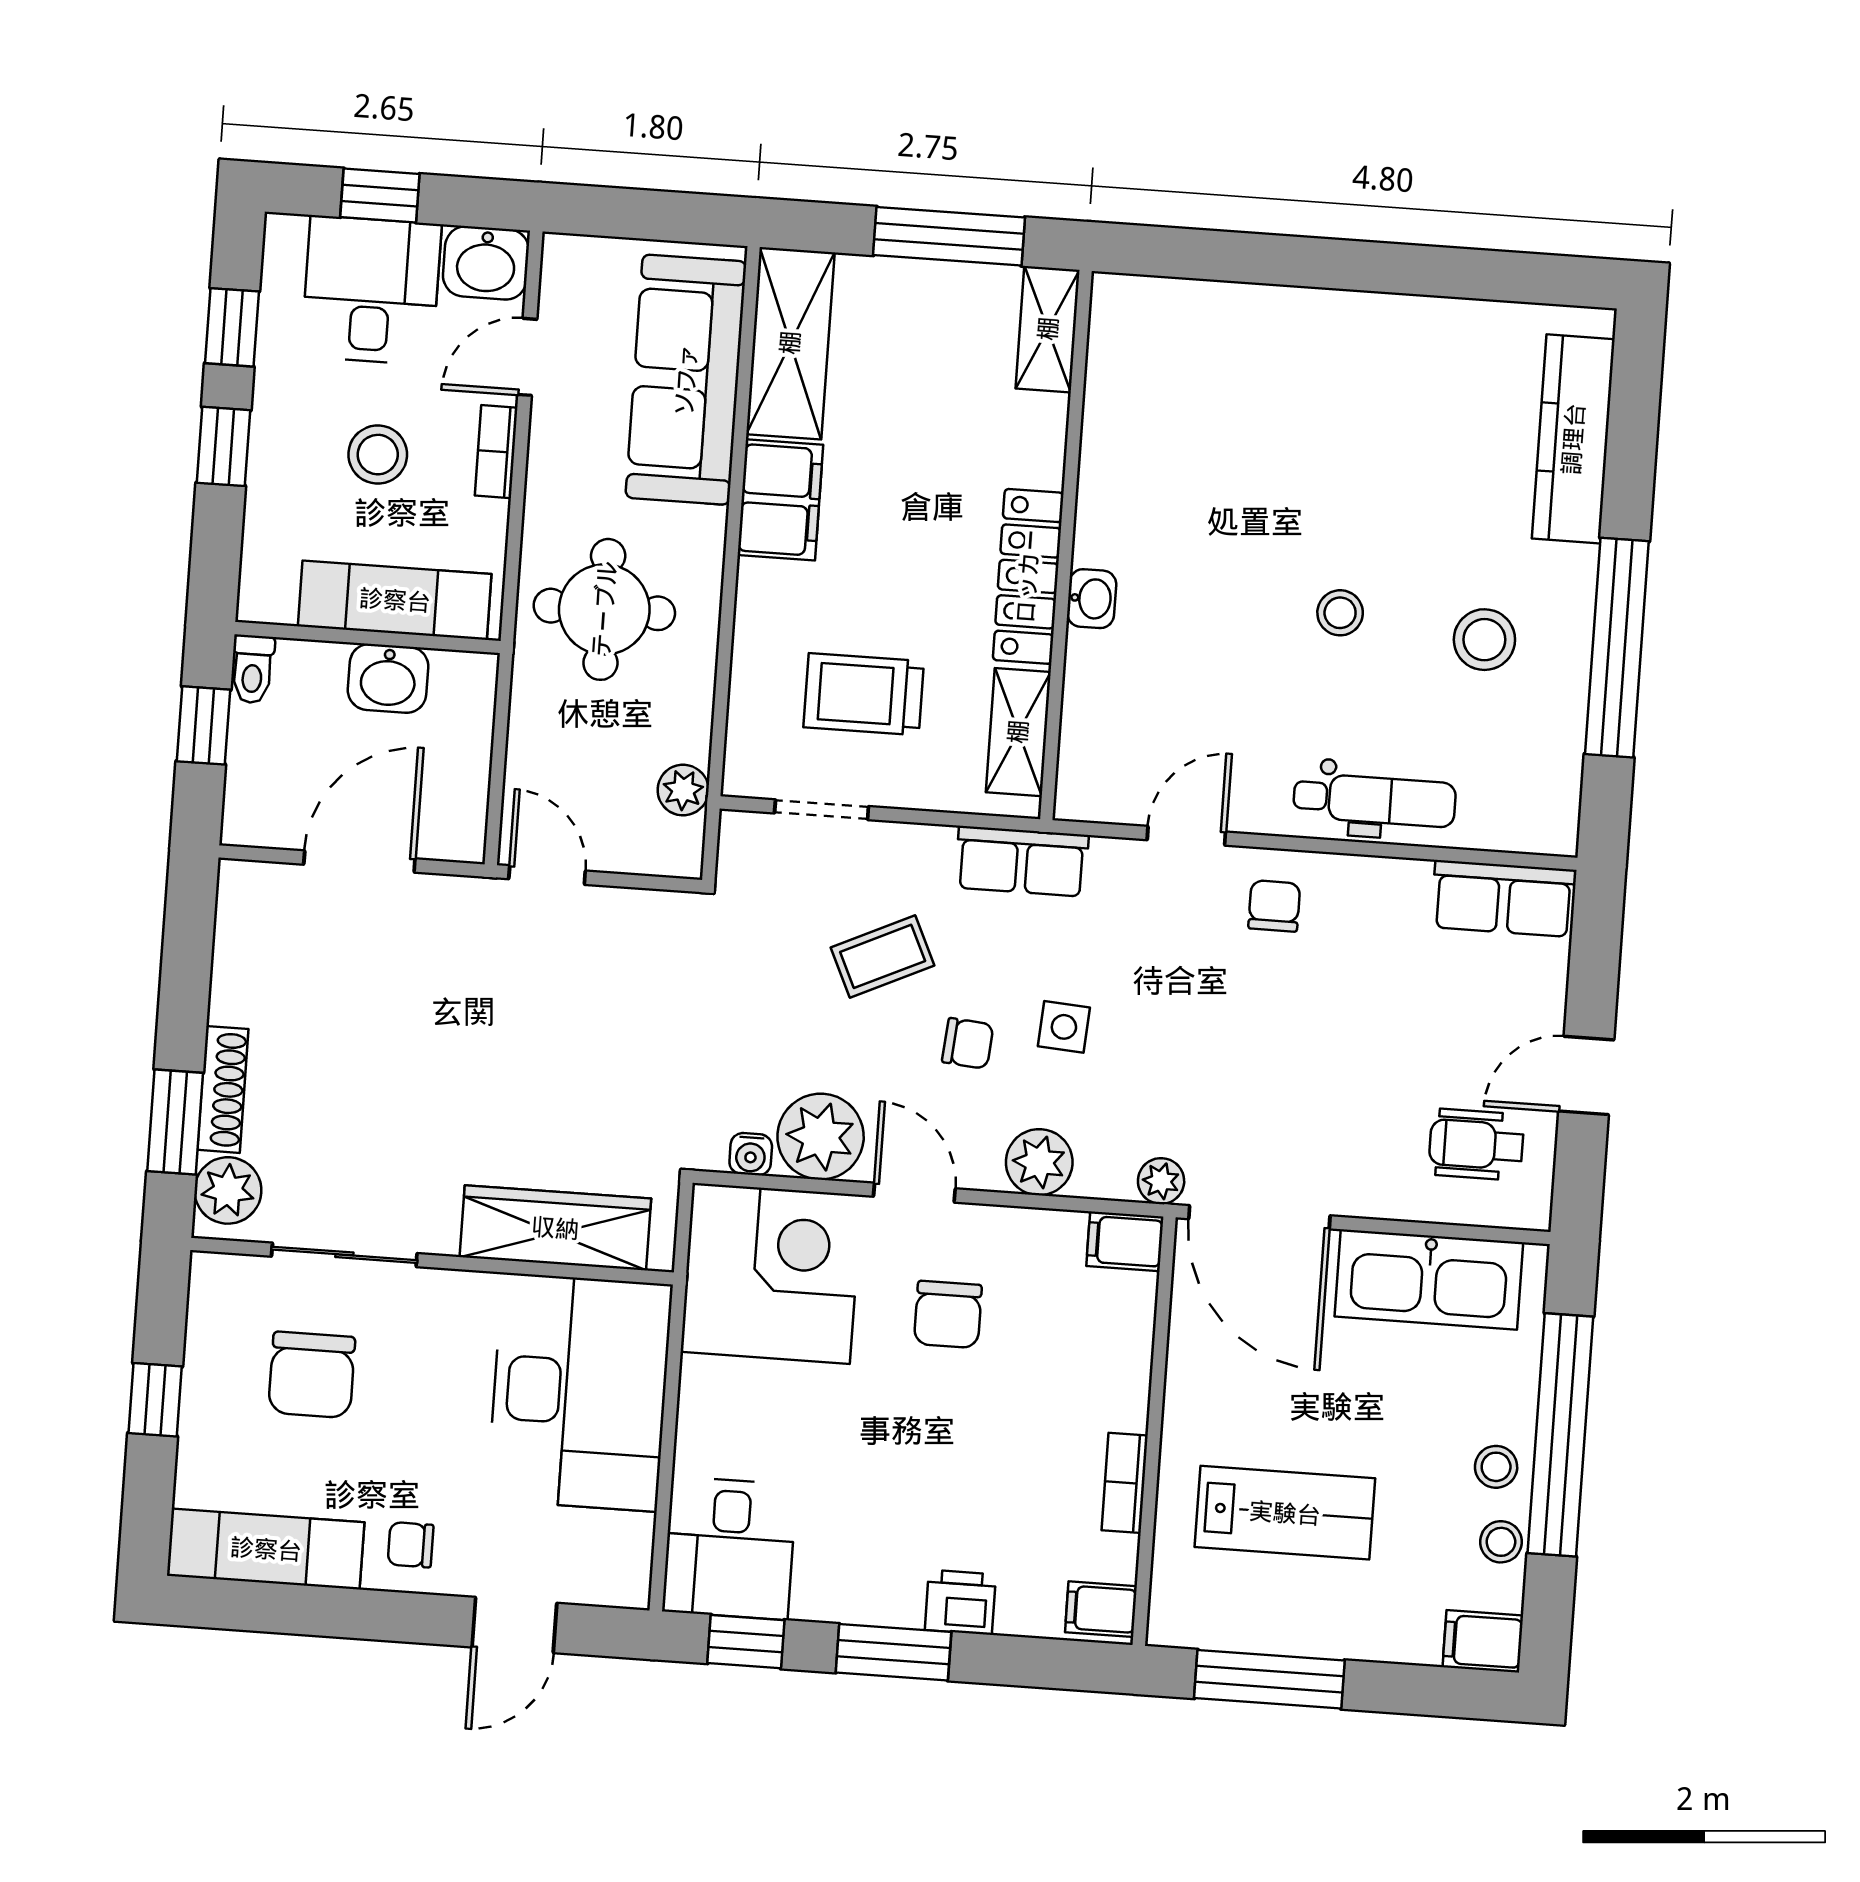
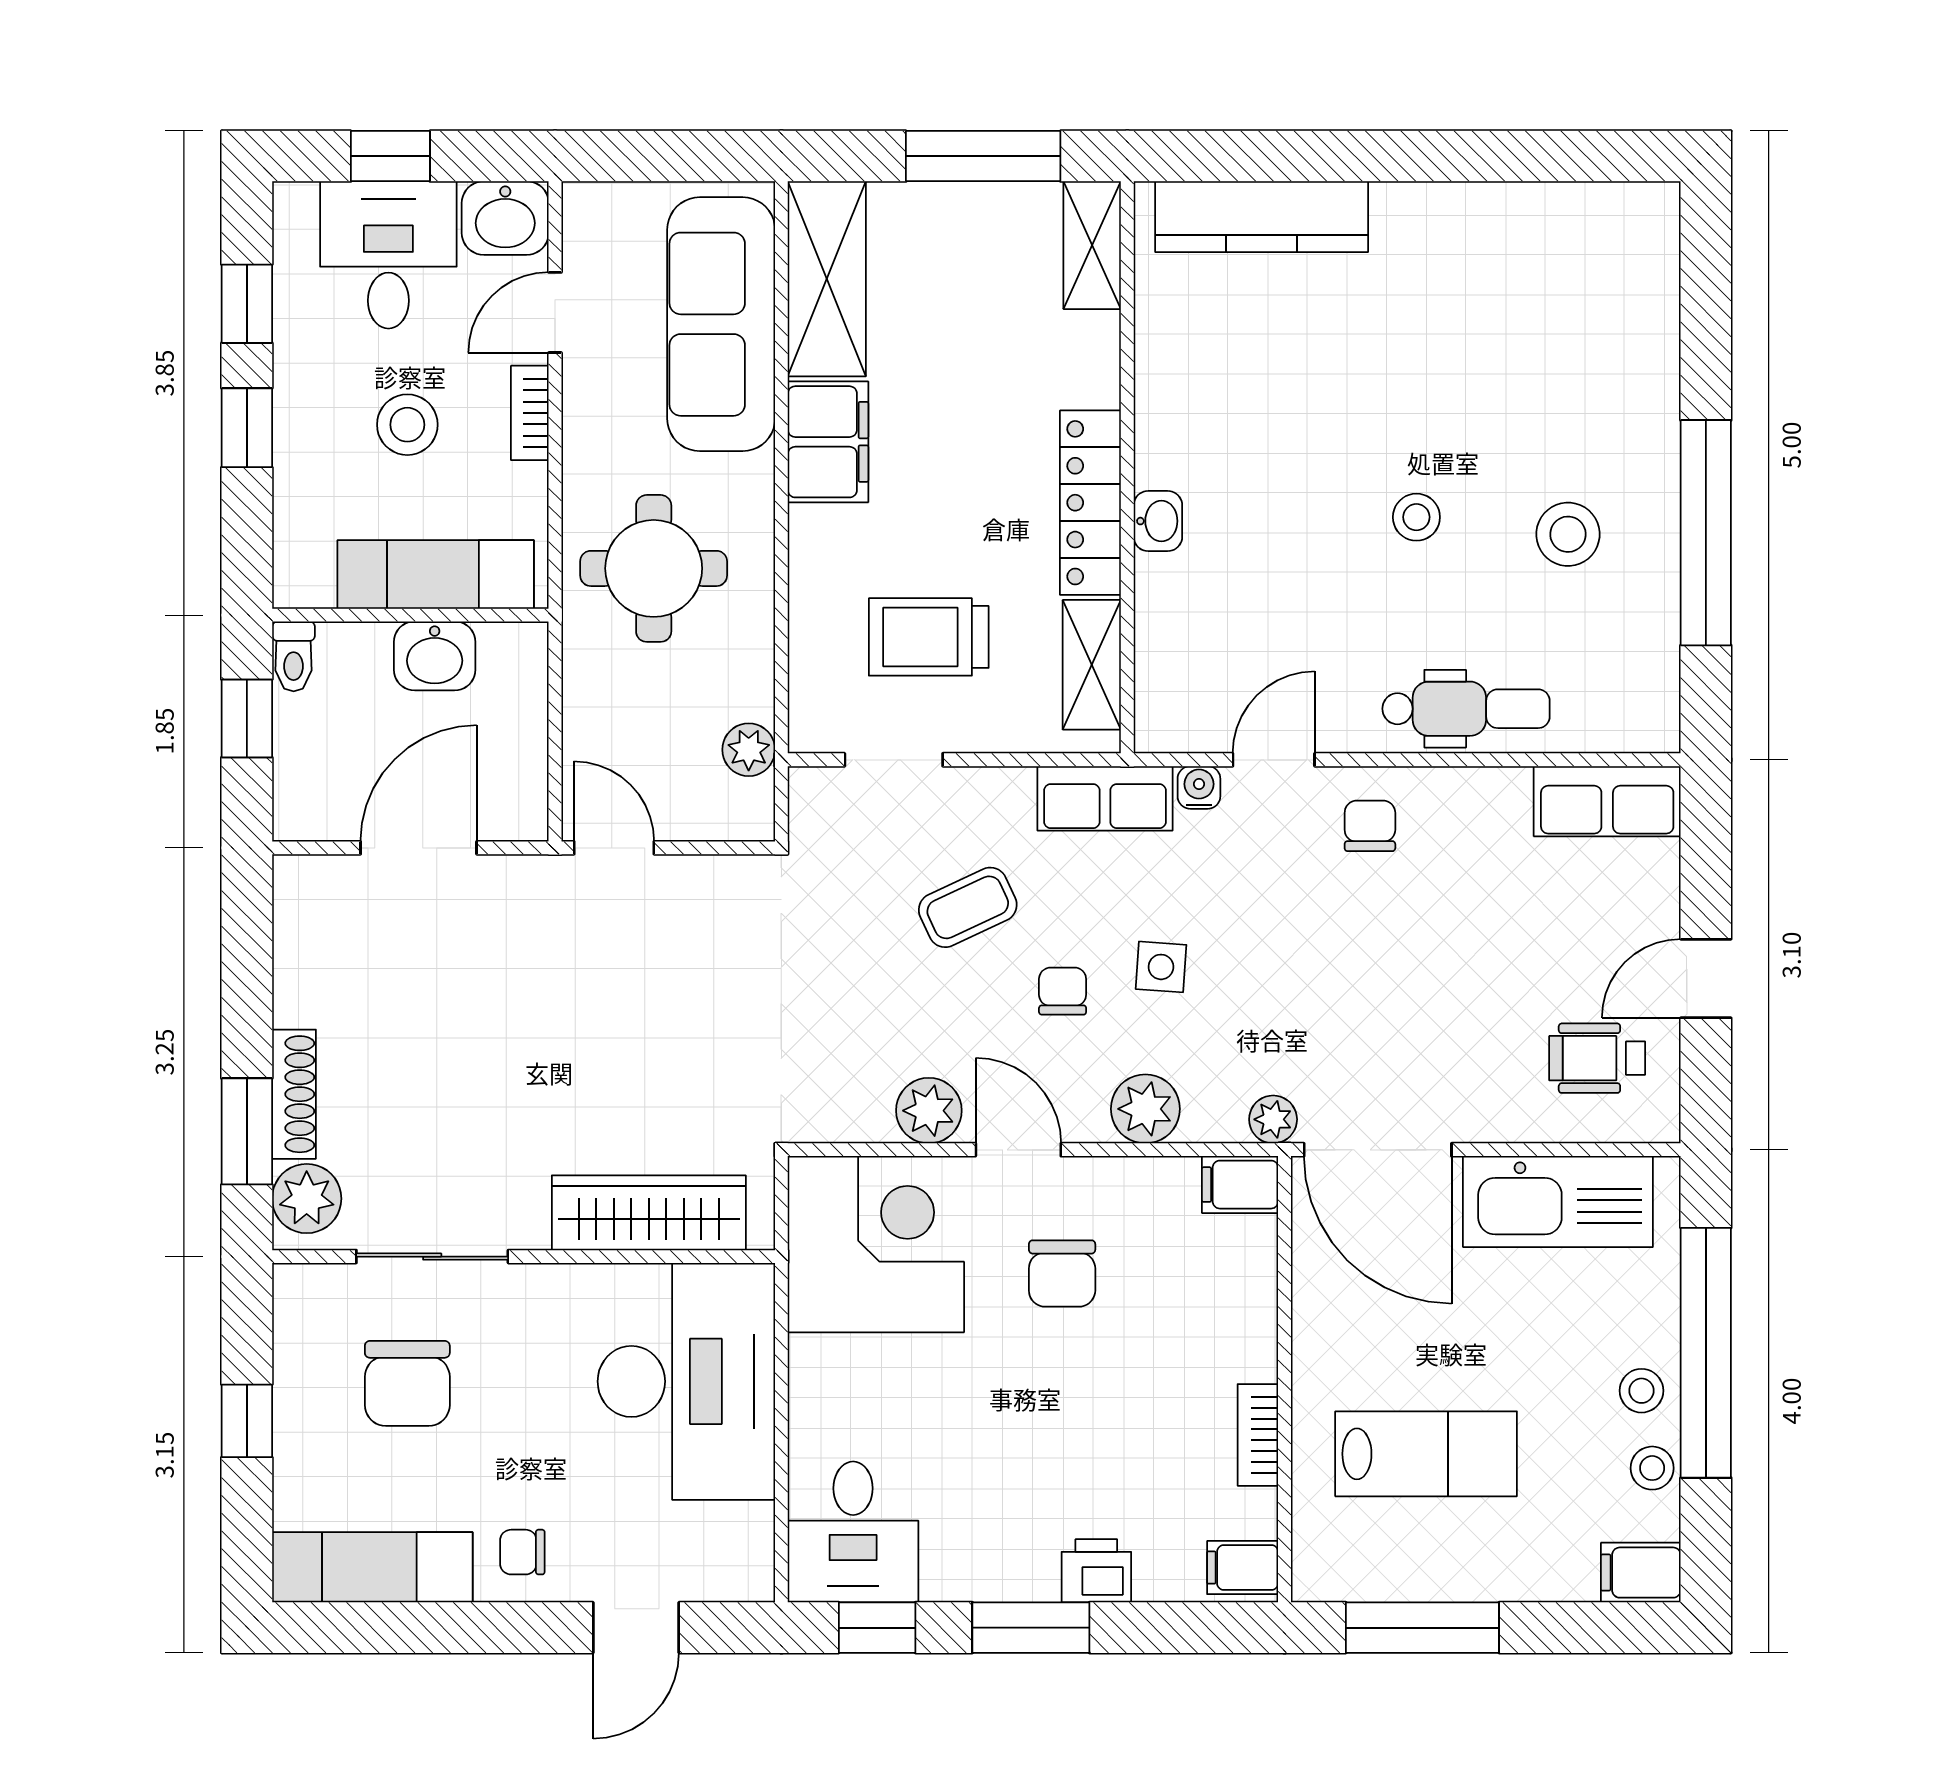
kitchen counter: (1573, 439) -> (1262, 217), moved, turned -90
chair: (968, 1043) -> (1063, 991), turned -95
plant: (821, 1137) -> (929, 1111), width x0.73, depth x0.73
water cooler: (751, 1154) -> (1199, 787), moved, turned 180

